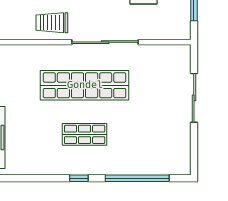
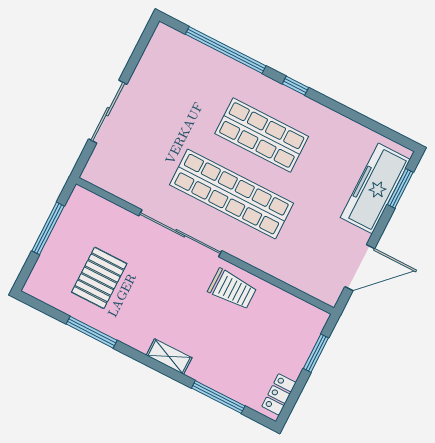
shop shelf: (85, 134) -> (262, 135), width x1.43, depth x1.36

